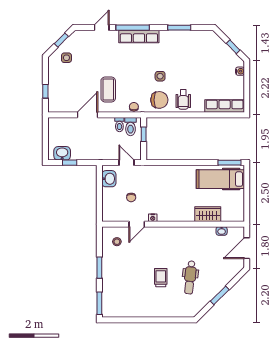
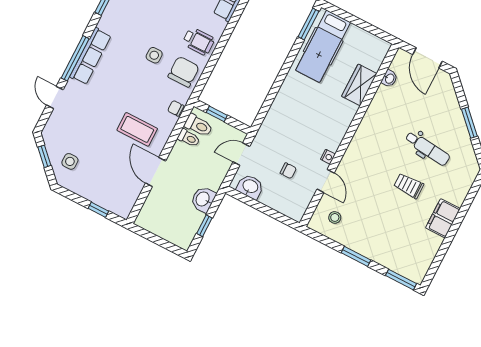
washbasin: (62, 153) -> (203, 199), moved
filing cabinet: (151, 310) -> (443, 218), added

